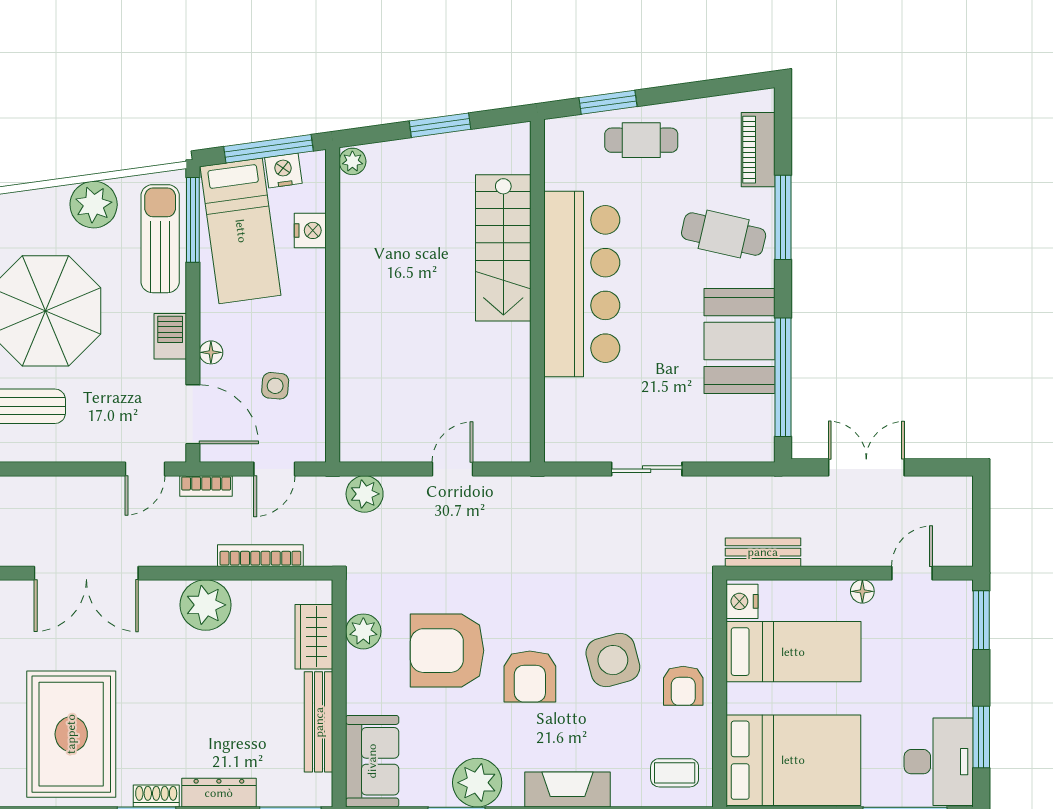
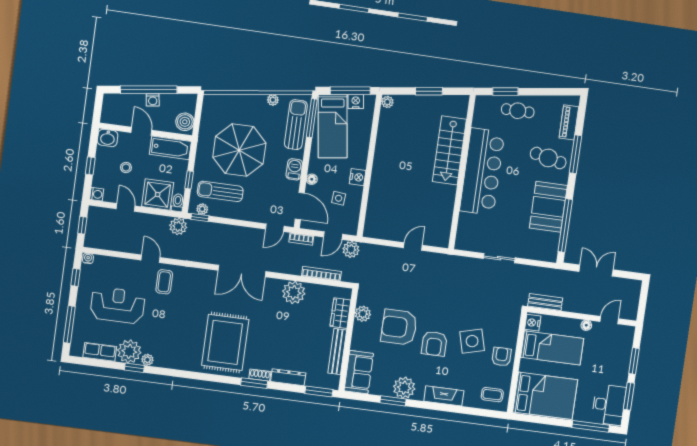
plant: (94, 205) -> (273, 100), width x0.53, depth x0.53
nightstand: (310, 230) -> (358, 177), moved
plant: (365, 494) -> (351, 249), moved
window: (981, 620) -> (634, 361), moved
armchair: (683, 686) -> (502, 357), turned 180

